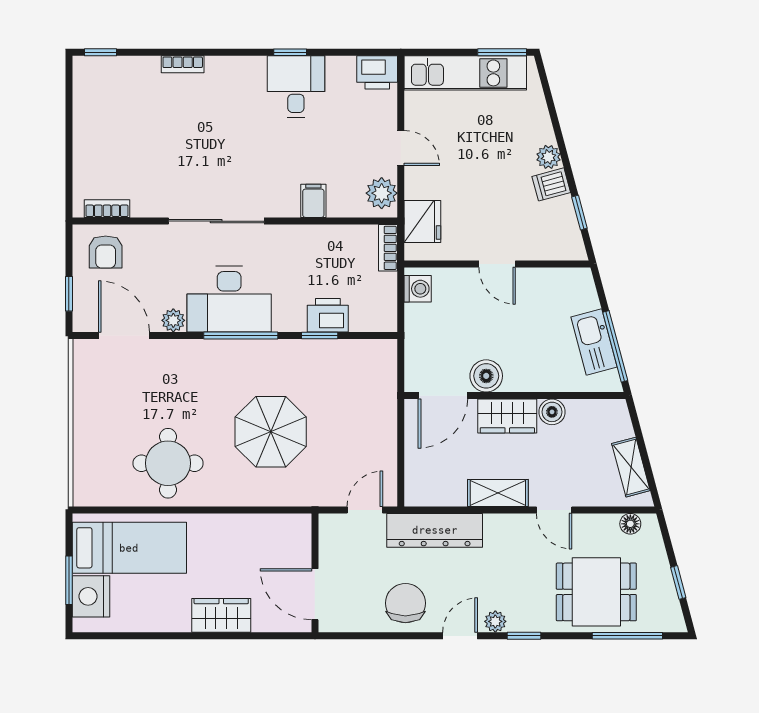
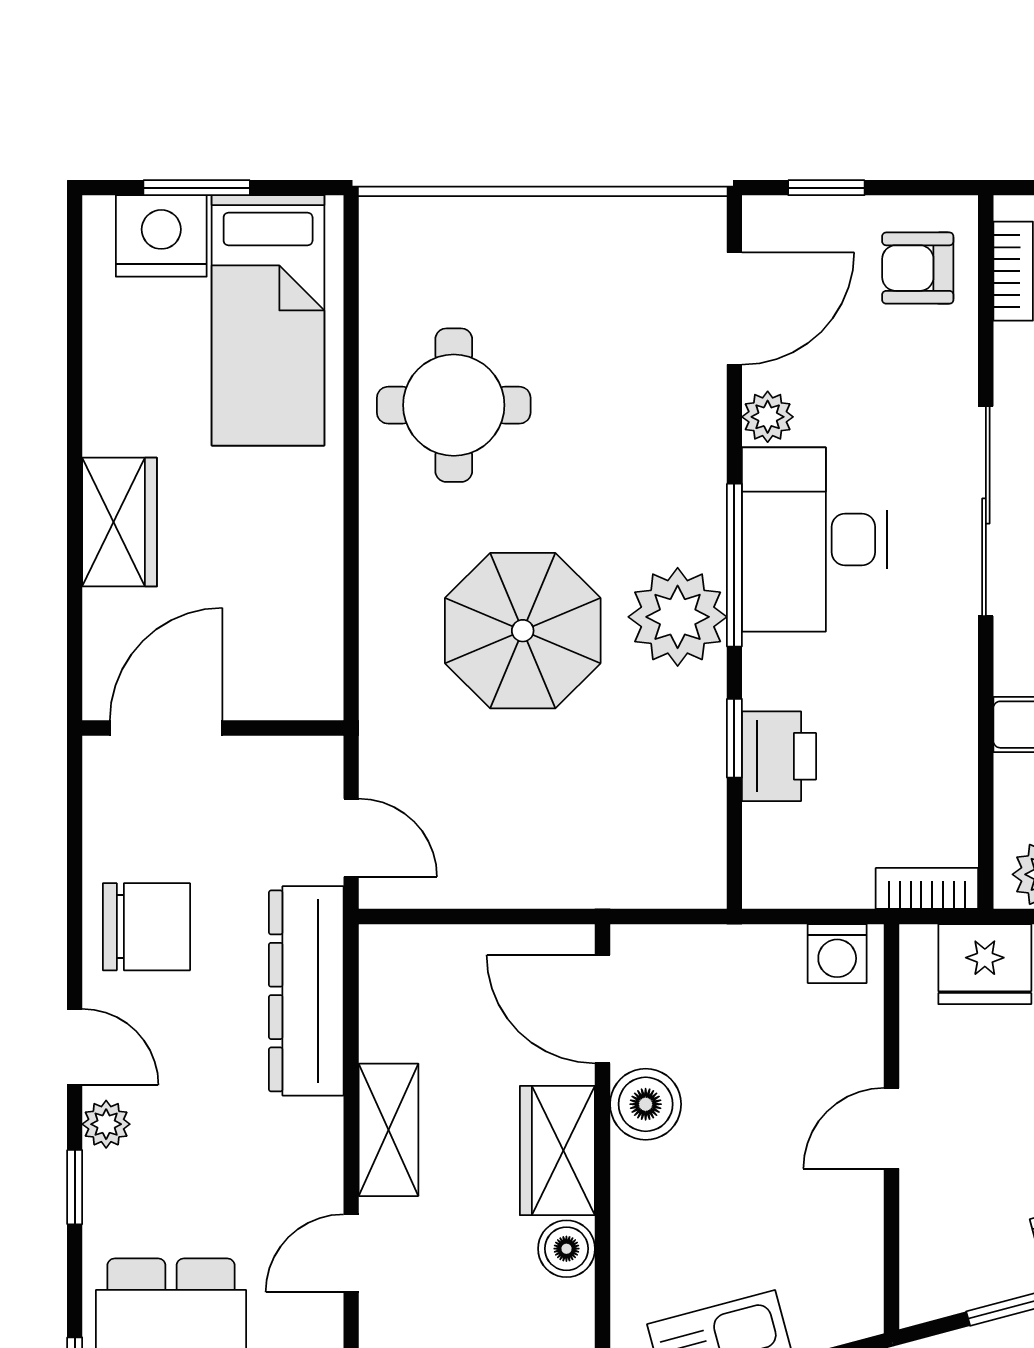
plant: (264, 361) -> (678, 617), added

